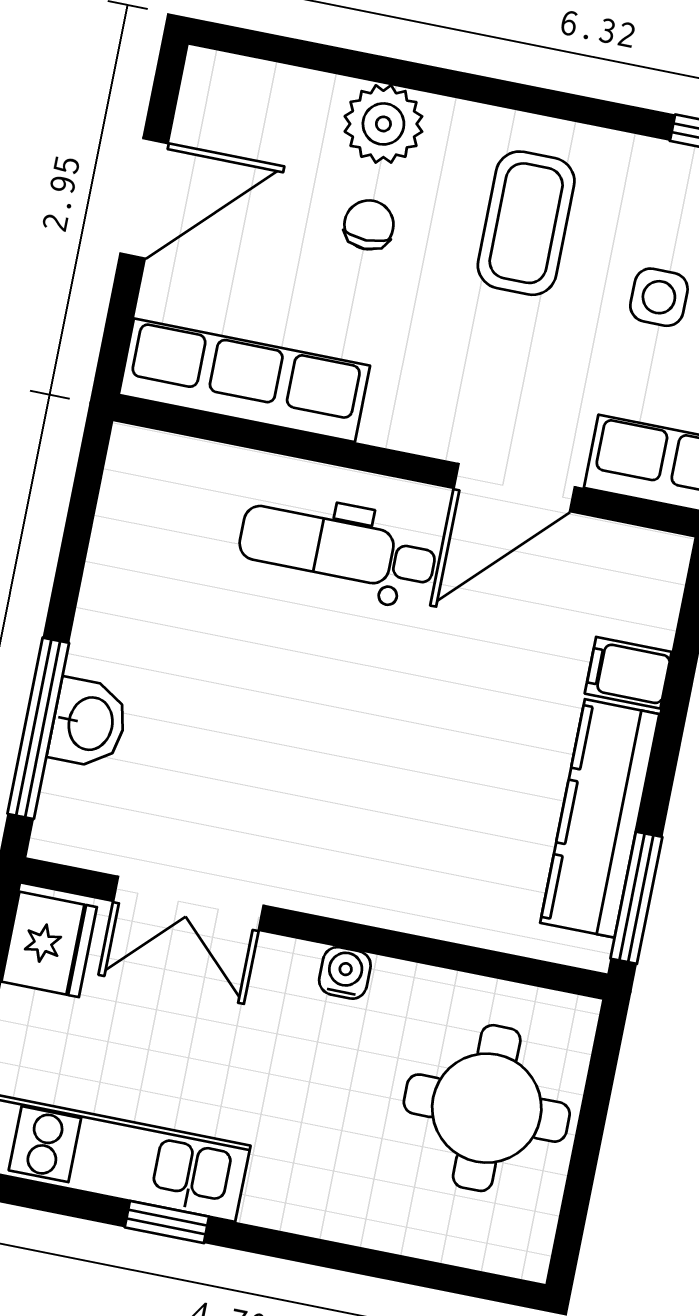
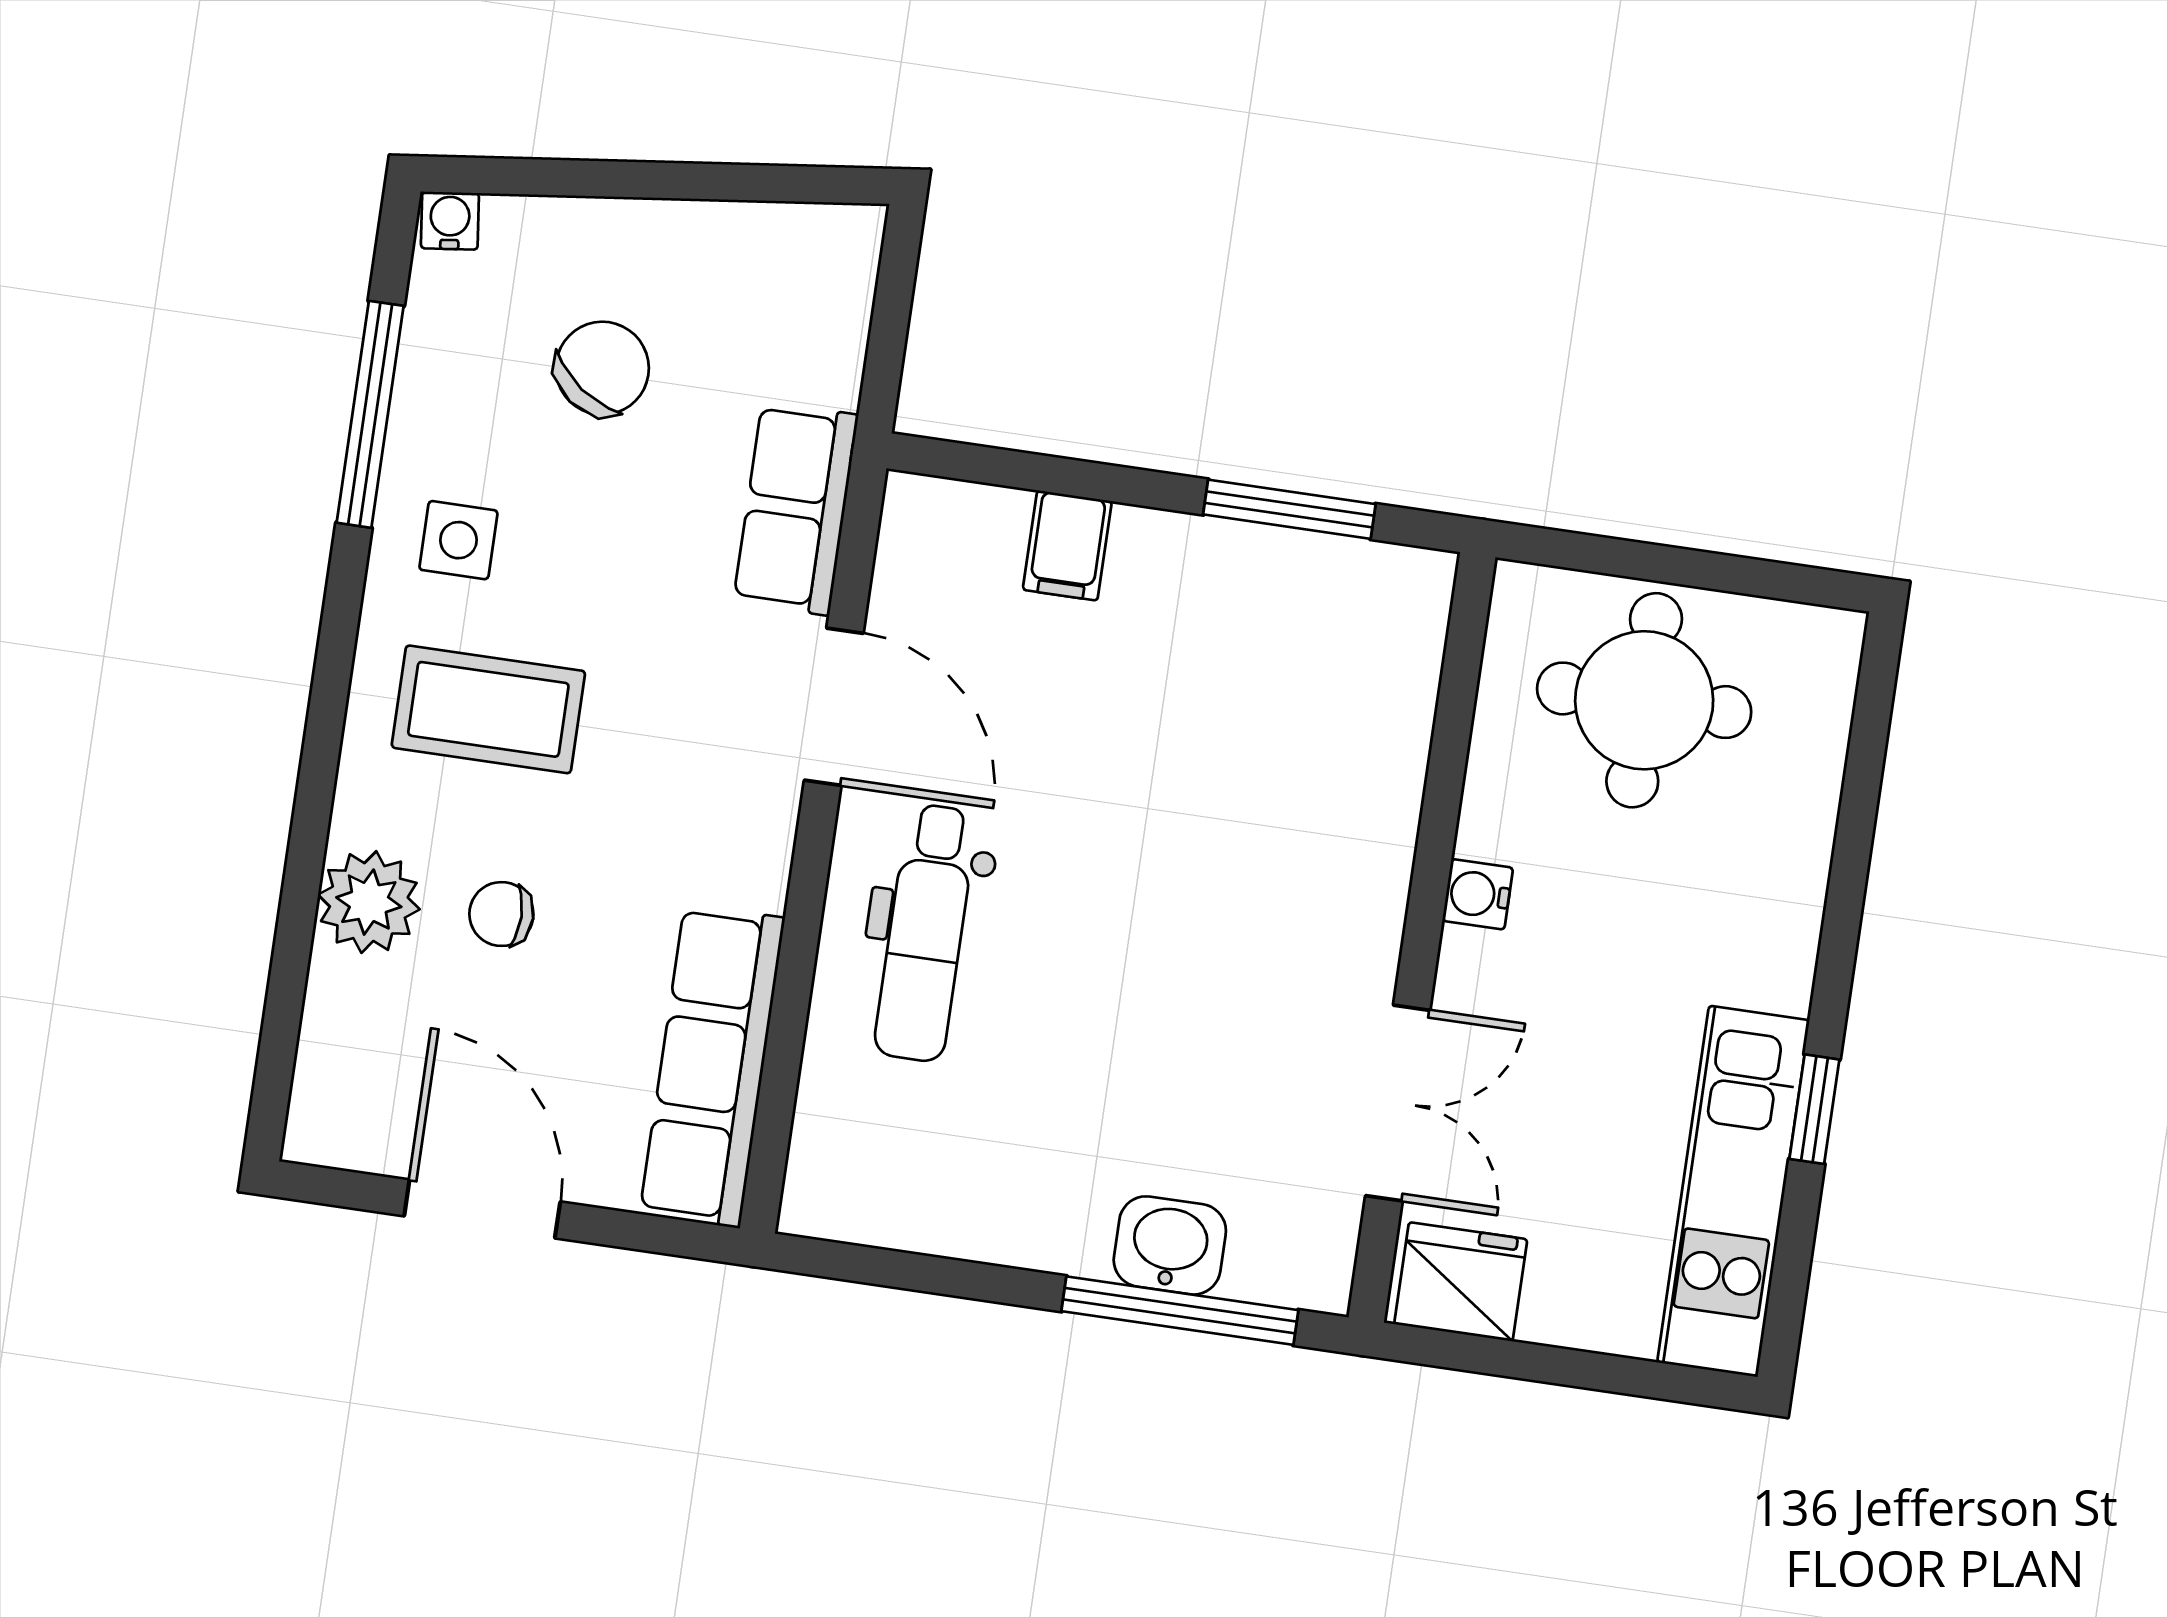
side table: (659, 297) -> (458, 540), moved
kitchen counter: (600, 818) -> (1259, 573), removed
window: (636, 898) -> (1289, 509), moved

